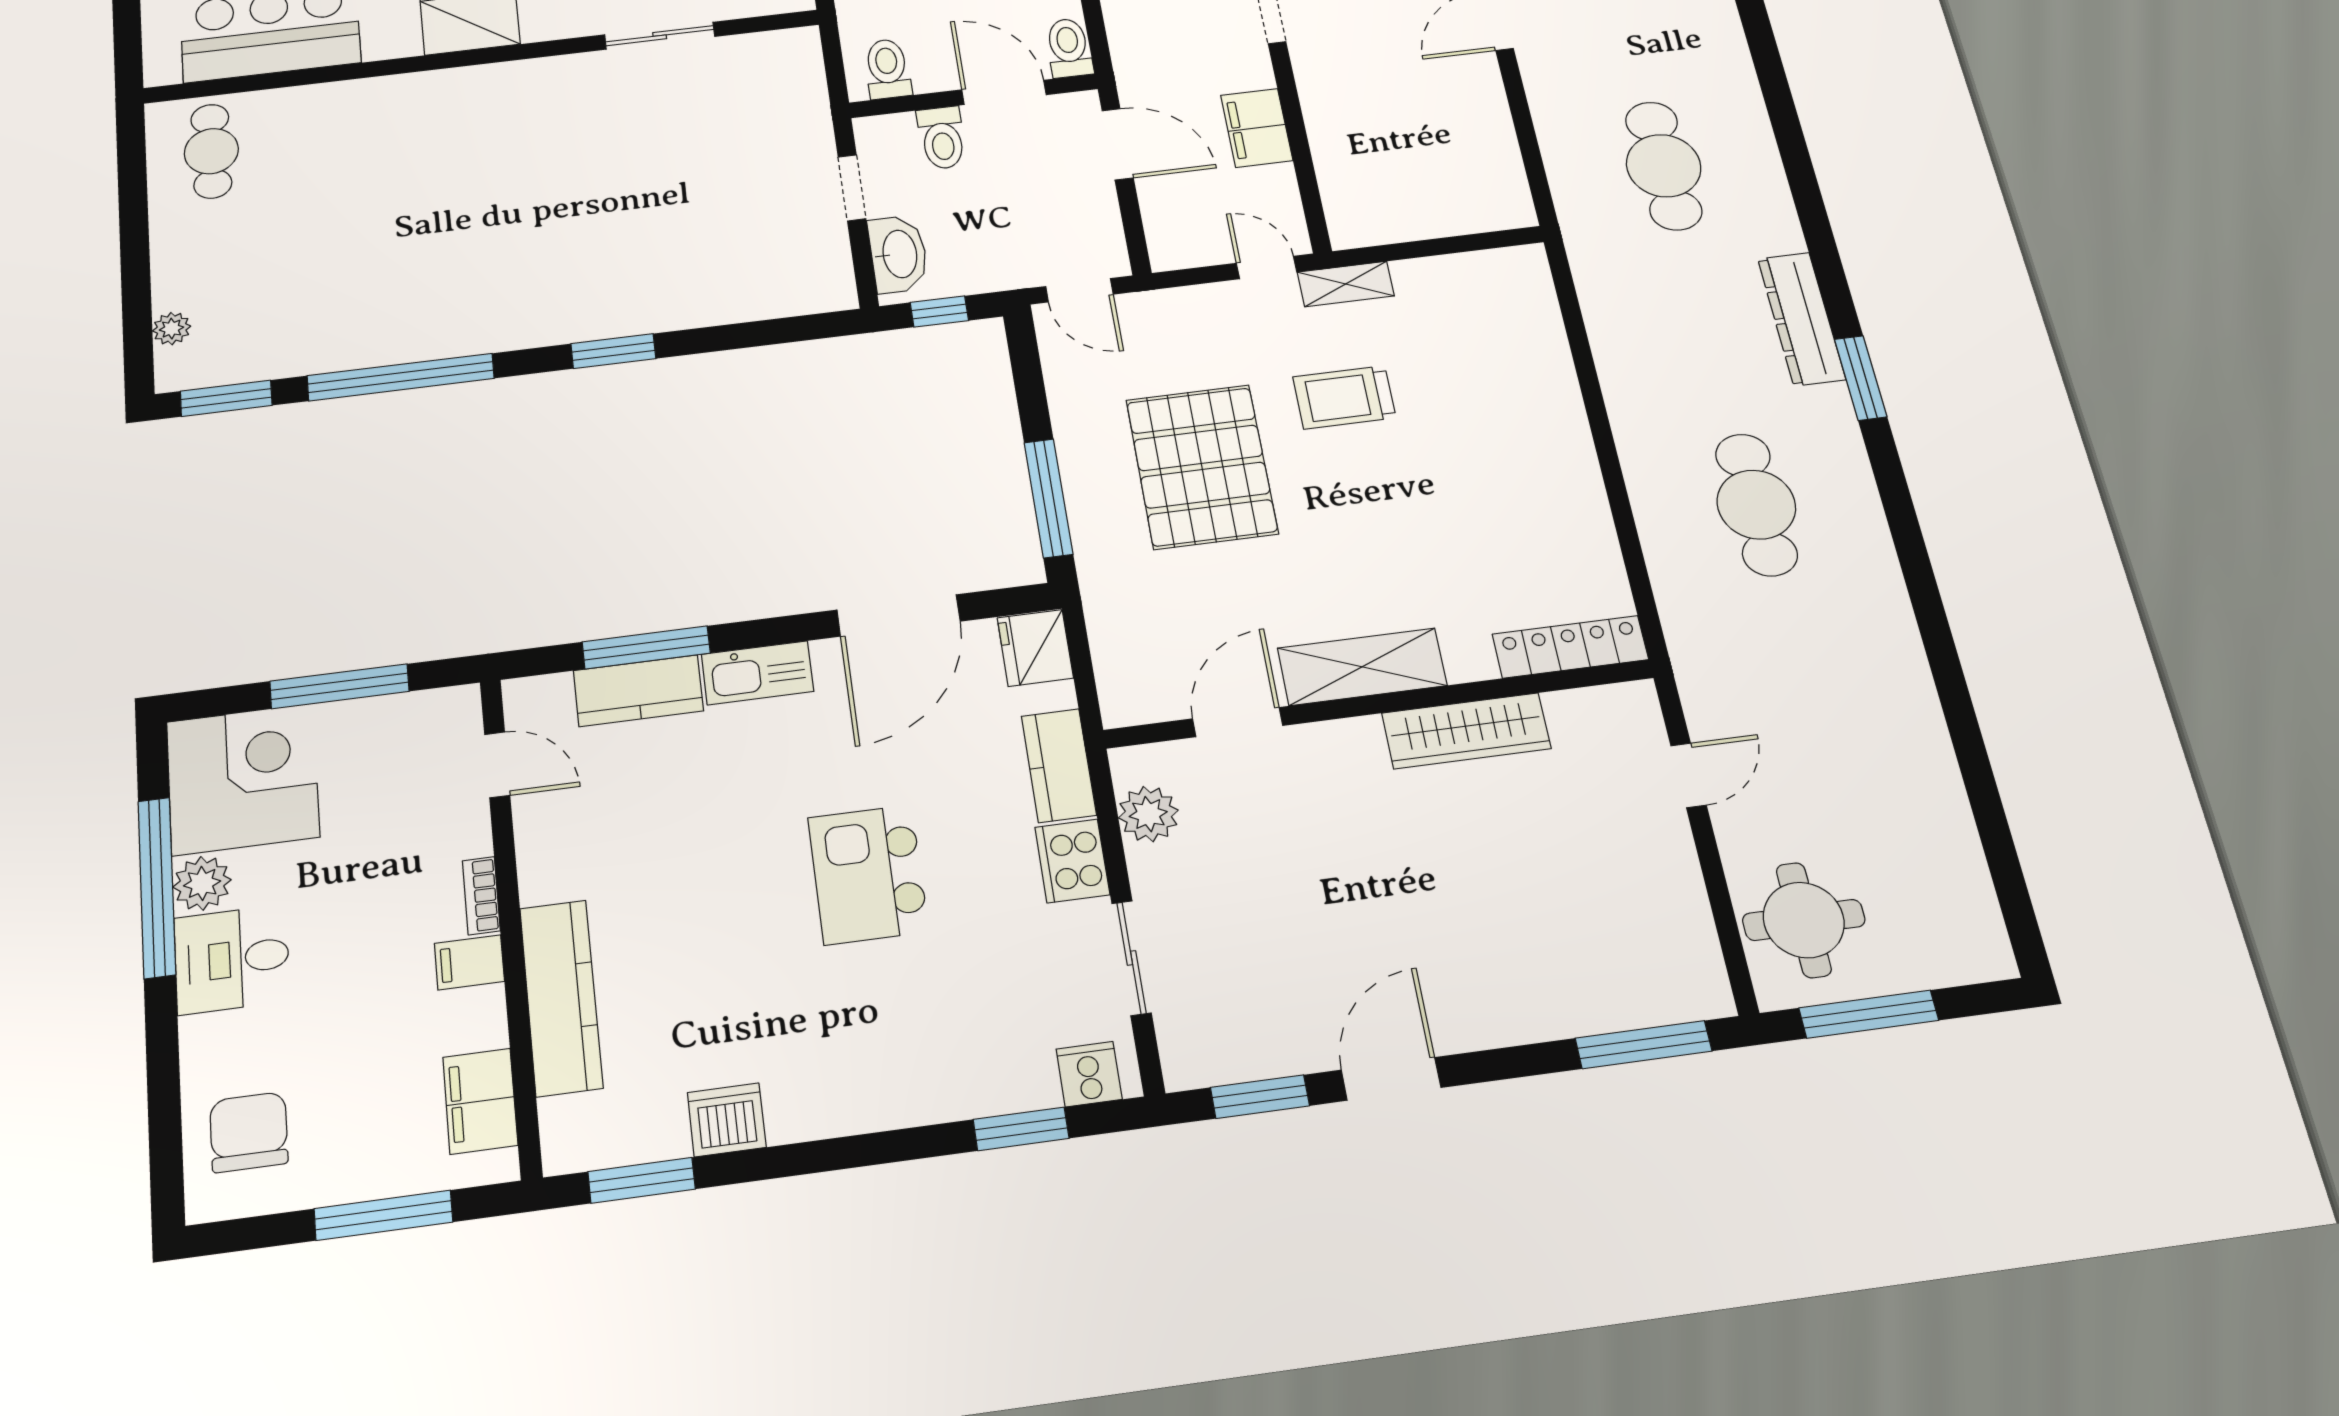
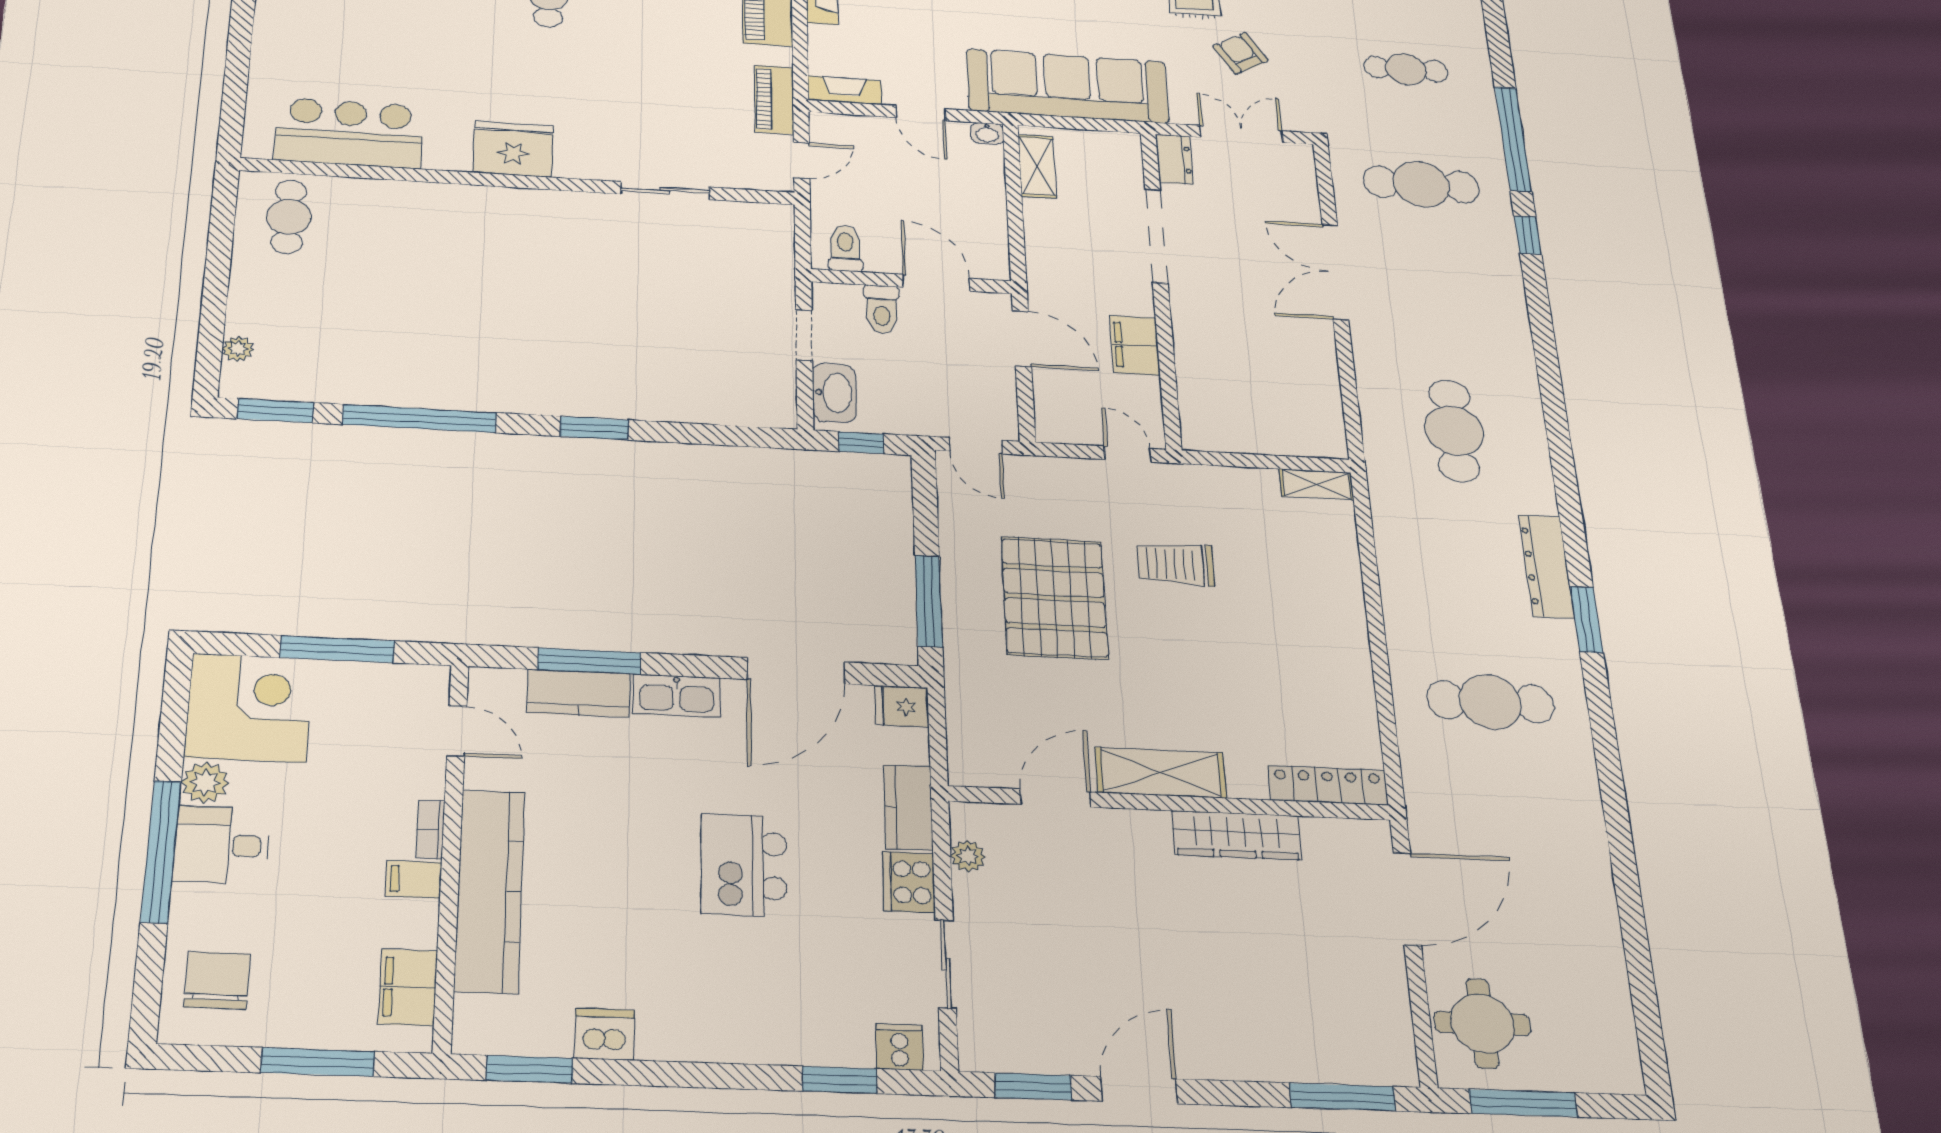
toilet: (1069, 48) -> (993, 258), removed
shelving: (1346, 284) -> (1316, 484), moved
cafe table: (1756, 505) -> (1490, 702), turned 90
fridge: (1035, 648) -> (902, 707), width x0.72
door: (1689, 775) -> (1407, 899), width x1.88
plant: (1148, 814) -> (968, 856), width x0.73, depth x0.73
window: (157, 887) -> (161, 852), moved
kitchen counter: (561, 997) -> (490, 890), width x1.39, depth x1.17

